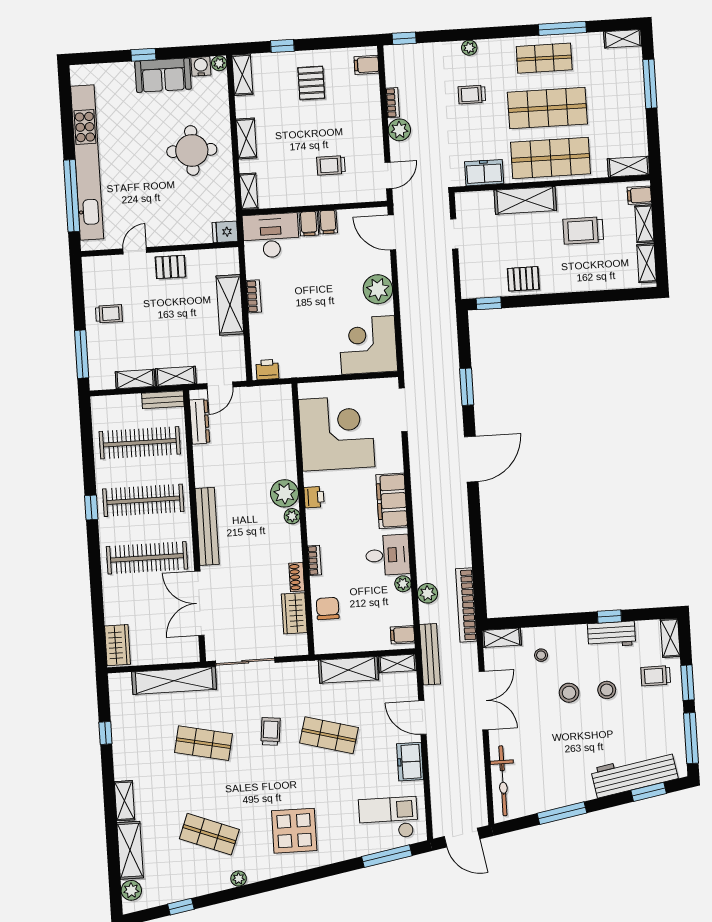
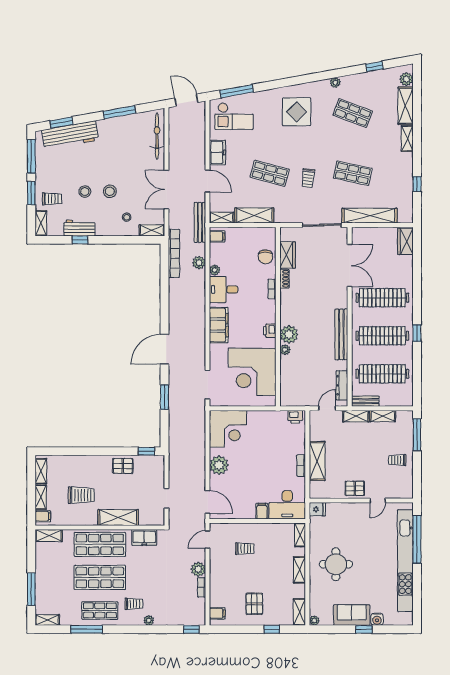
water cooler: (201, 66) -> (377, 619), moved
trolley: (472, 95) -> (134, 604), moved
filing cabinet: (328, 222) -> (249, 512), removed
plant: (292, 516) -> (285, 350), moved
bench: (207, 526) -> (341, 334), moved

